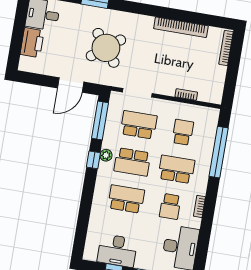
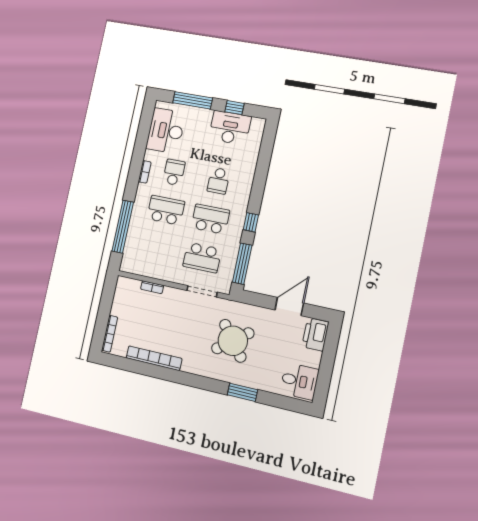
printer: (32, 43) -> (315, 334), moved
door: (71, 85) -> (289, 307), moved
school desk: (183, 132) -> (158, 248), removed
plant: (106, 155) -> (237, 227), removed
school desk: (176, 169) -> (166, 210), turned 180
school desk: (126, 199) -> (218, 181), width x0.54

